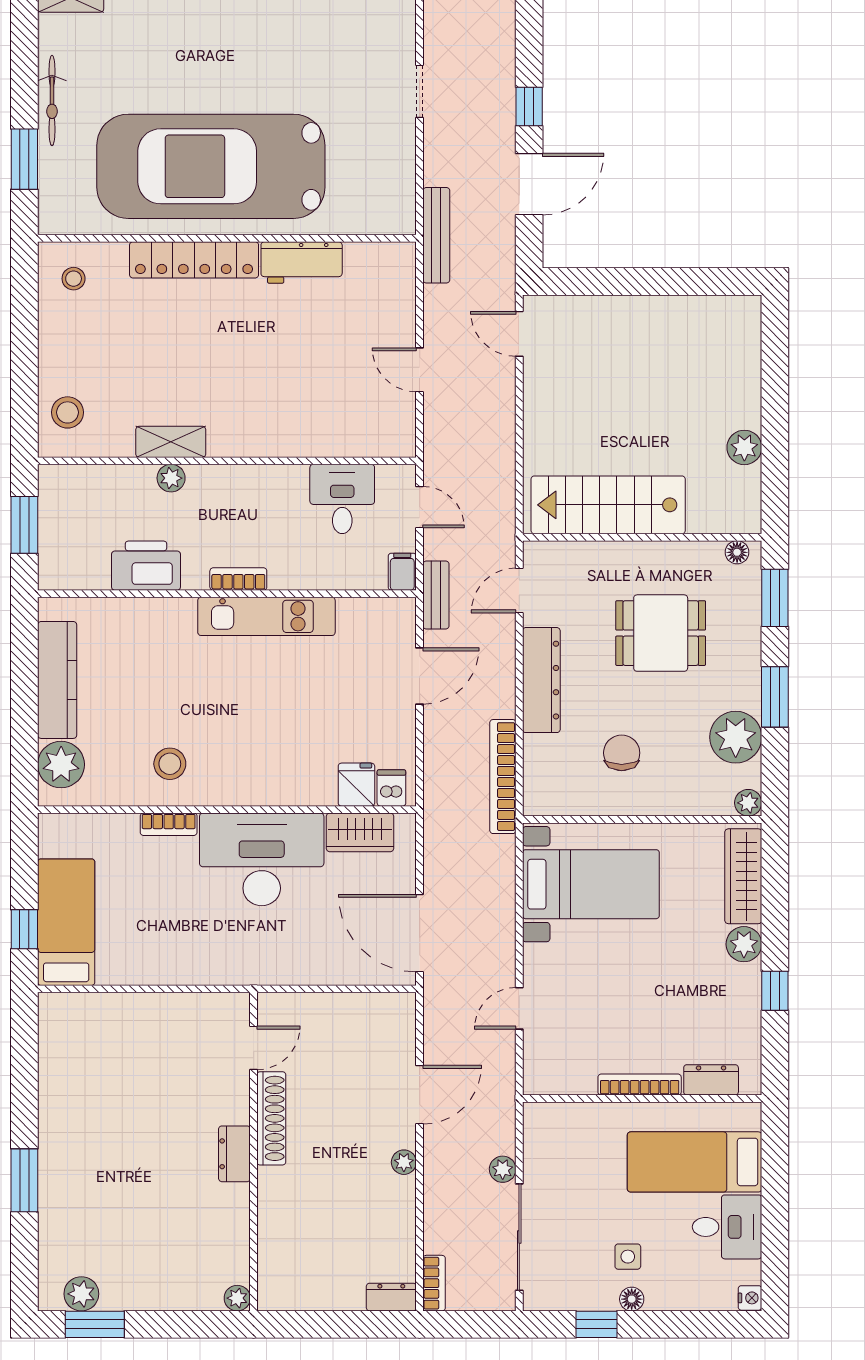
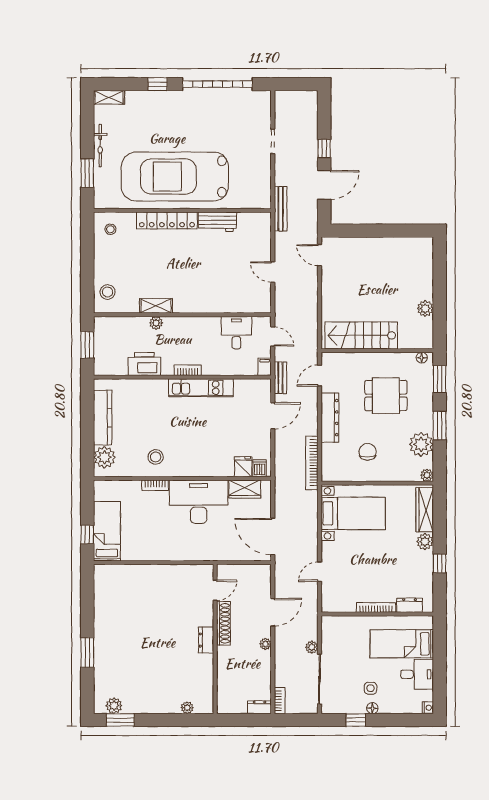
door: (254, 1048) -> (215, 590), moved
shoe rack: (271, 1118) -> (223, 623), moved
wall: (254, 1152) -> (215, 639), moved
dresser: (234, 1154) -> (206, 640), moved

